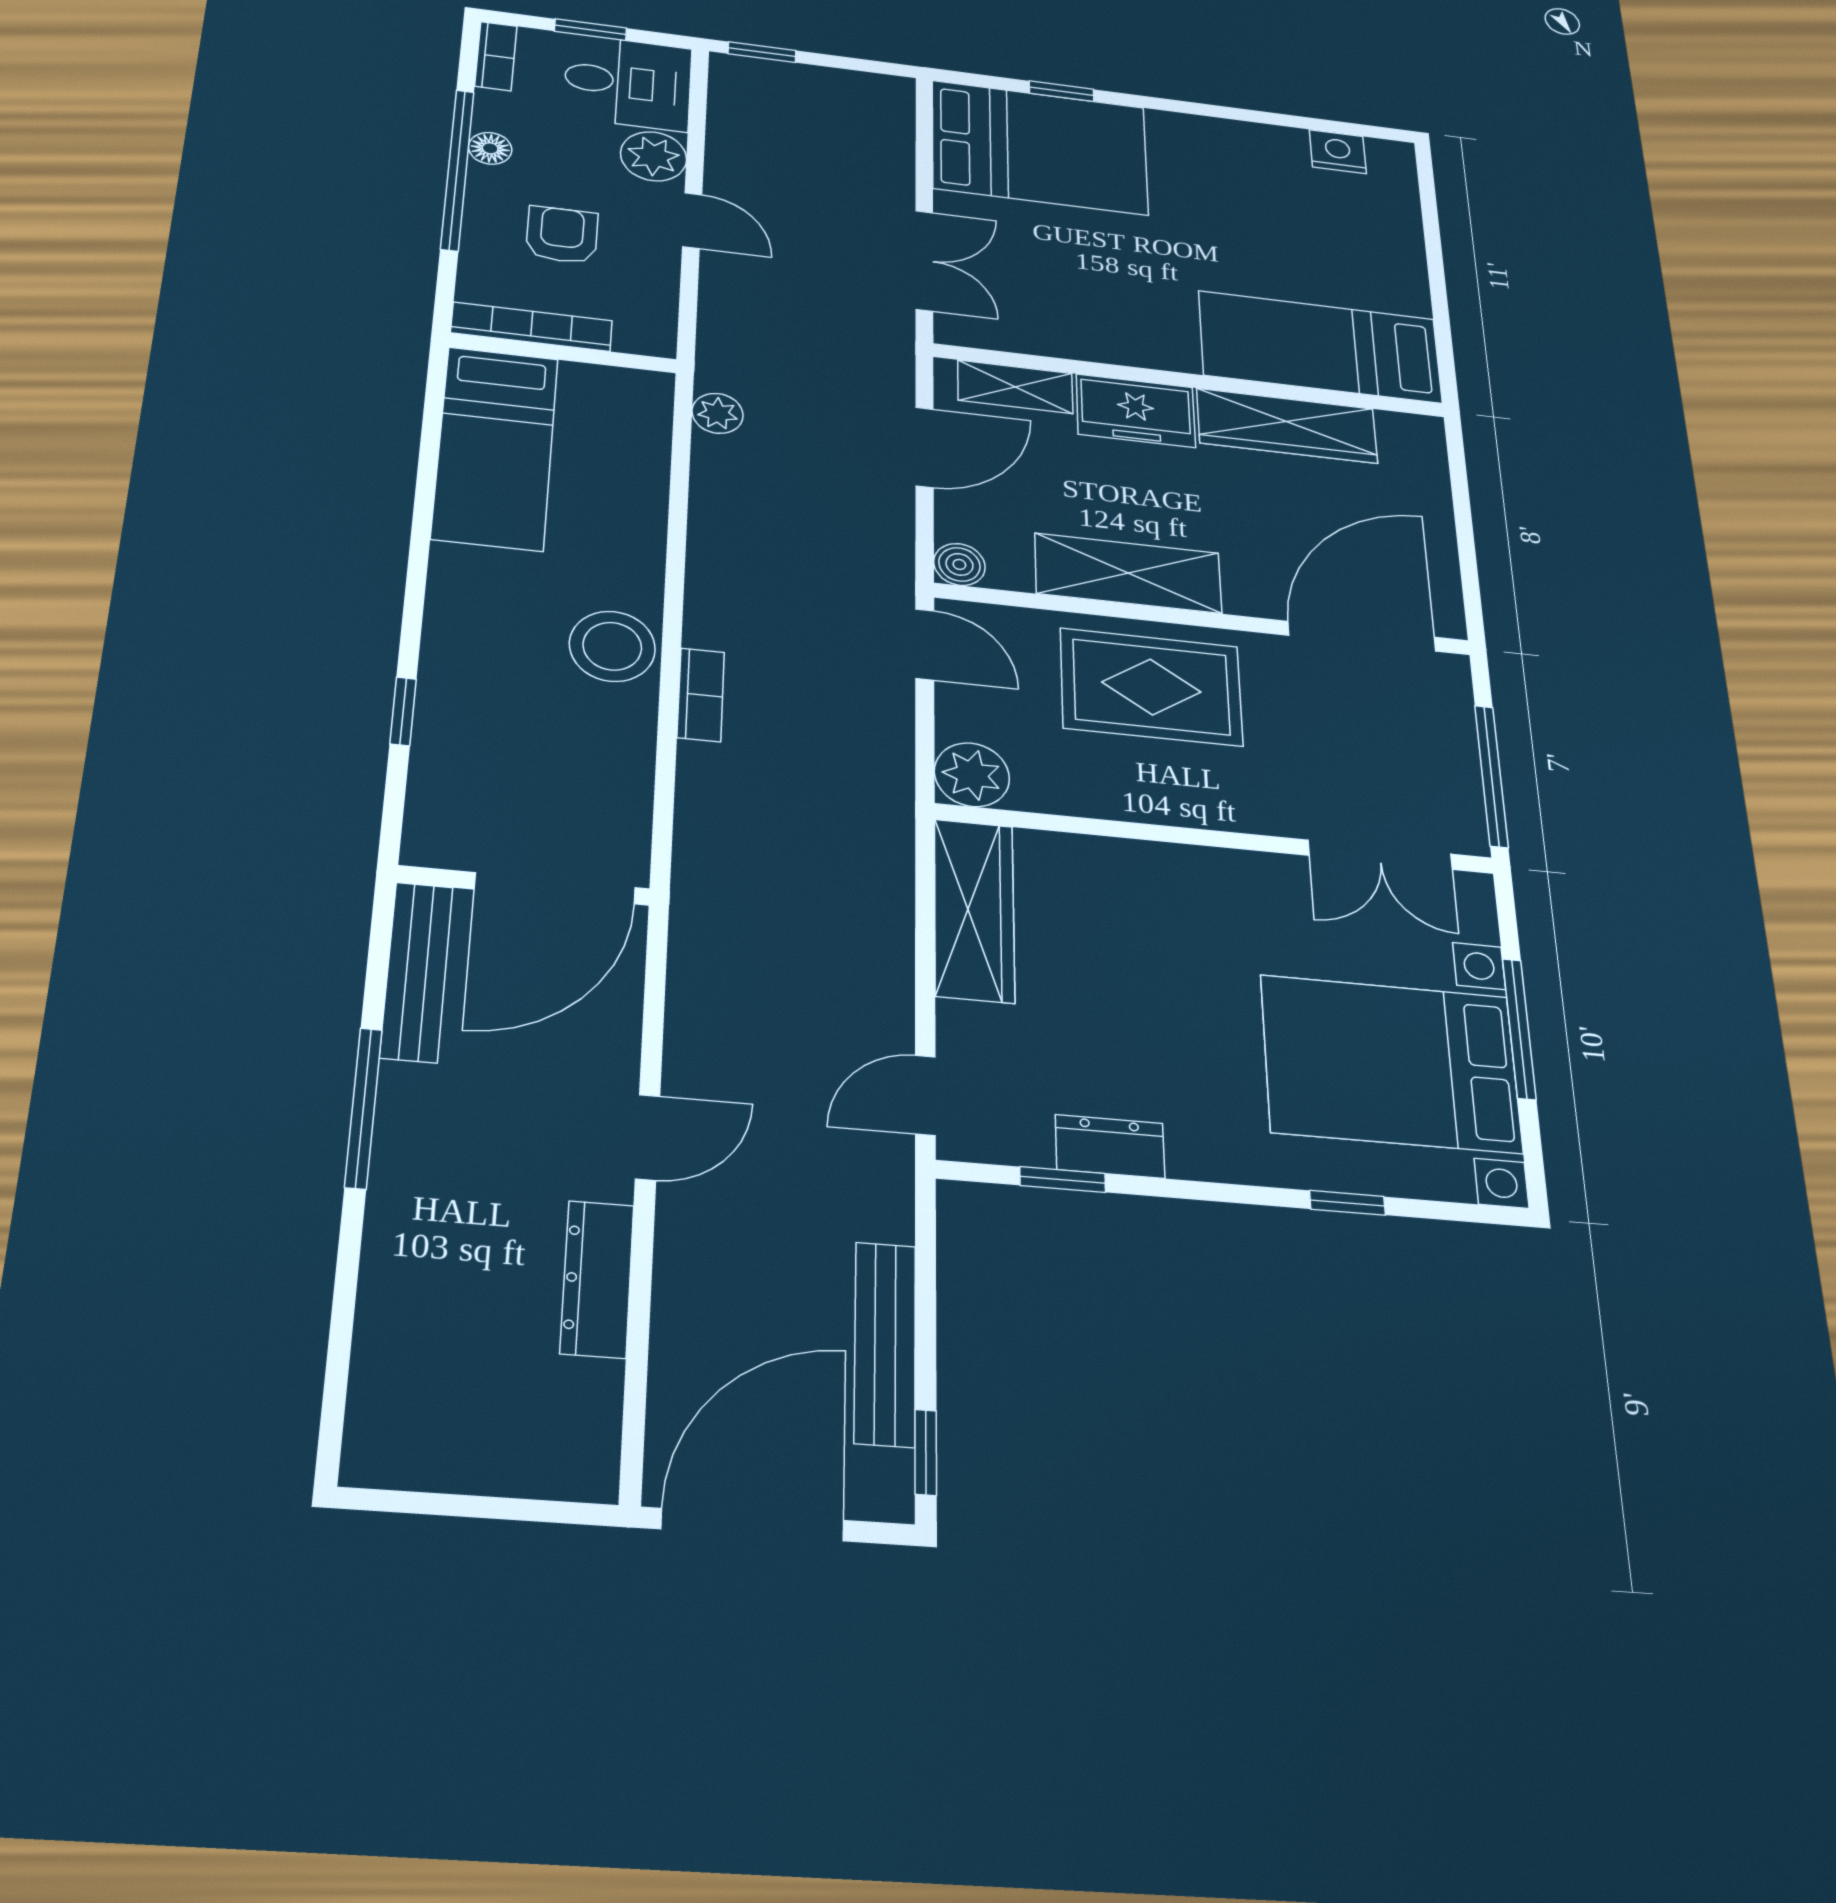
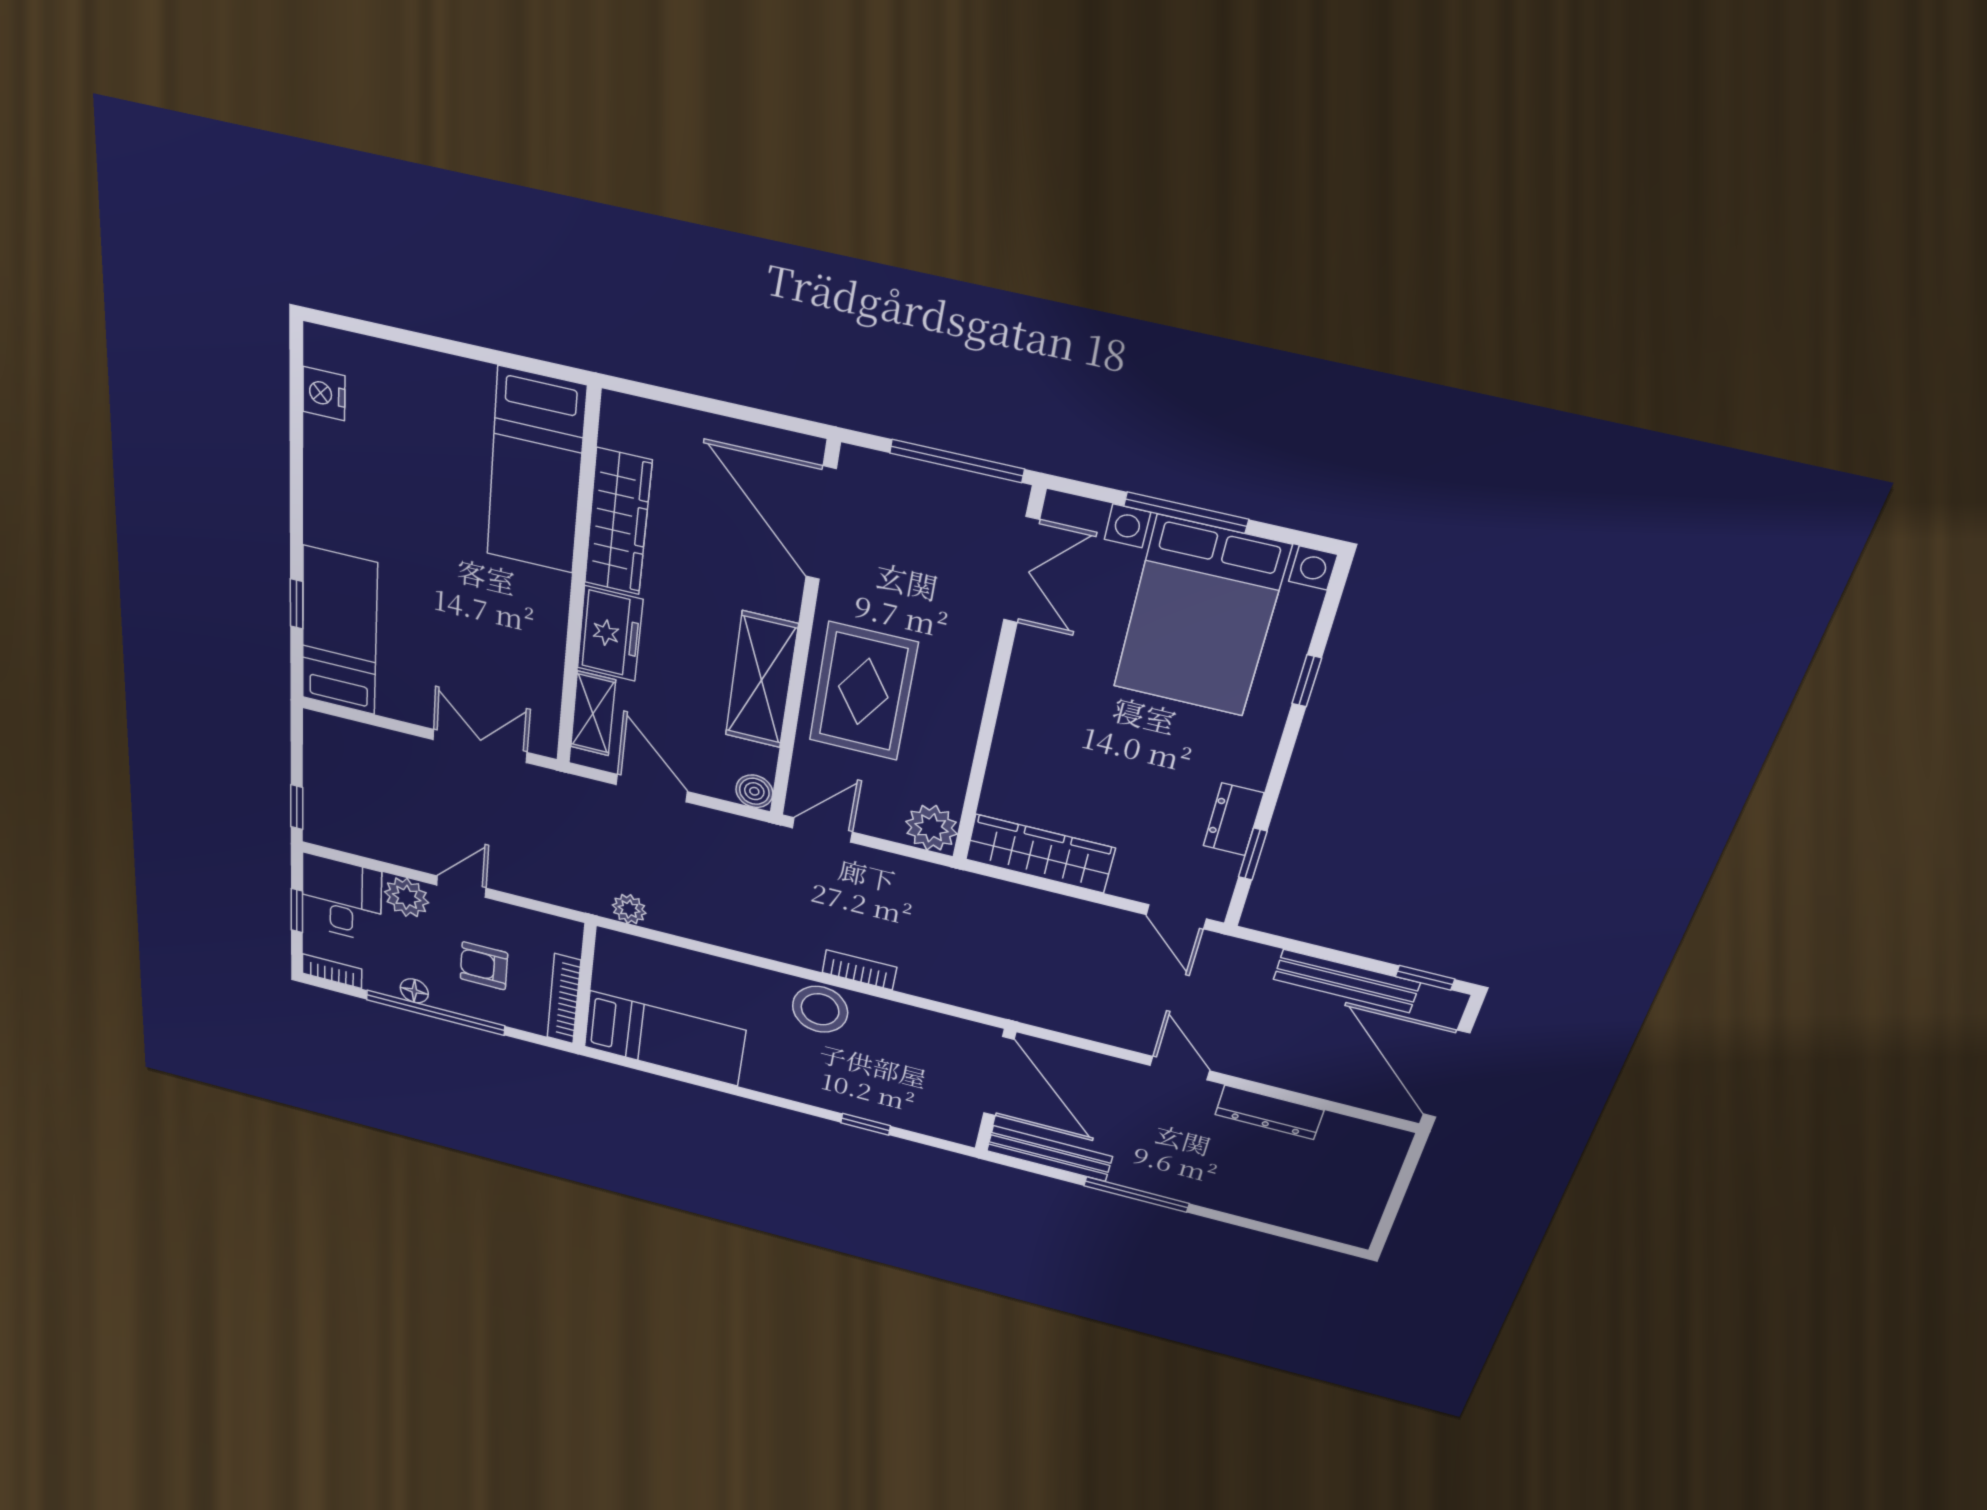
bed: (1040, 148) -> (339, 631), width x0.67

